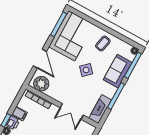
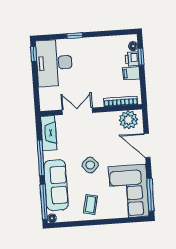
sofa: (118, 71) -> (56, 185), width x1.36

